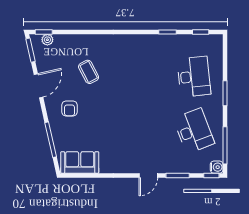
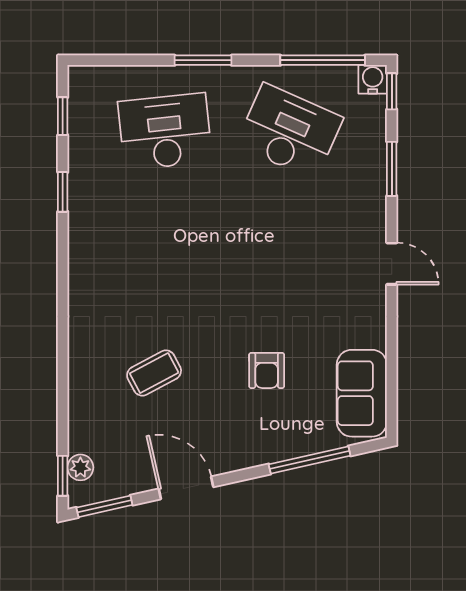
armchair: (69, 109) -> (267, 371), moved, turned 90
desk: (194, 131) -> (289, 132), turned 45
door: (148, 175) -> (392, 264), moved

